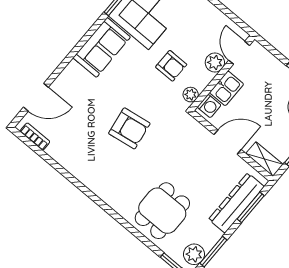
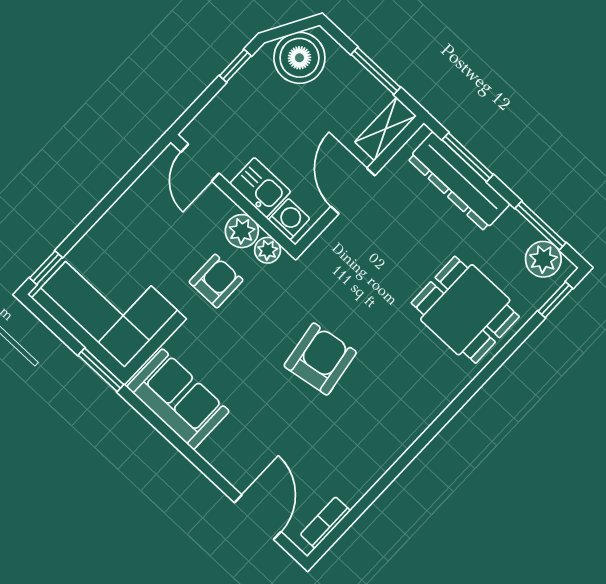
door: (239, 53) -> (200, 163), hinge flipped
plant: (215, 62) -> (242, 231), moved

